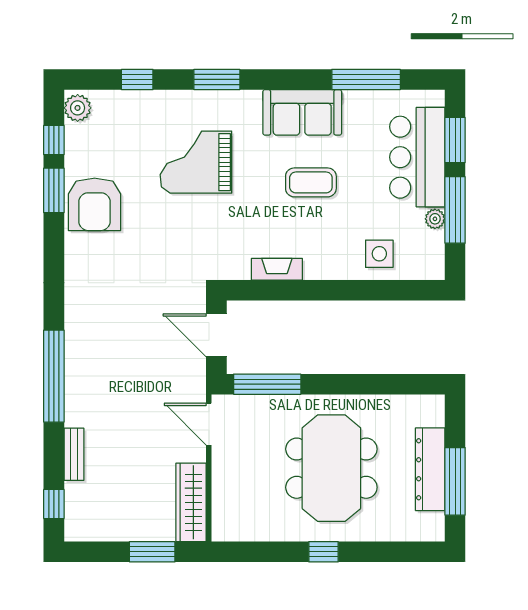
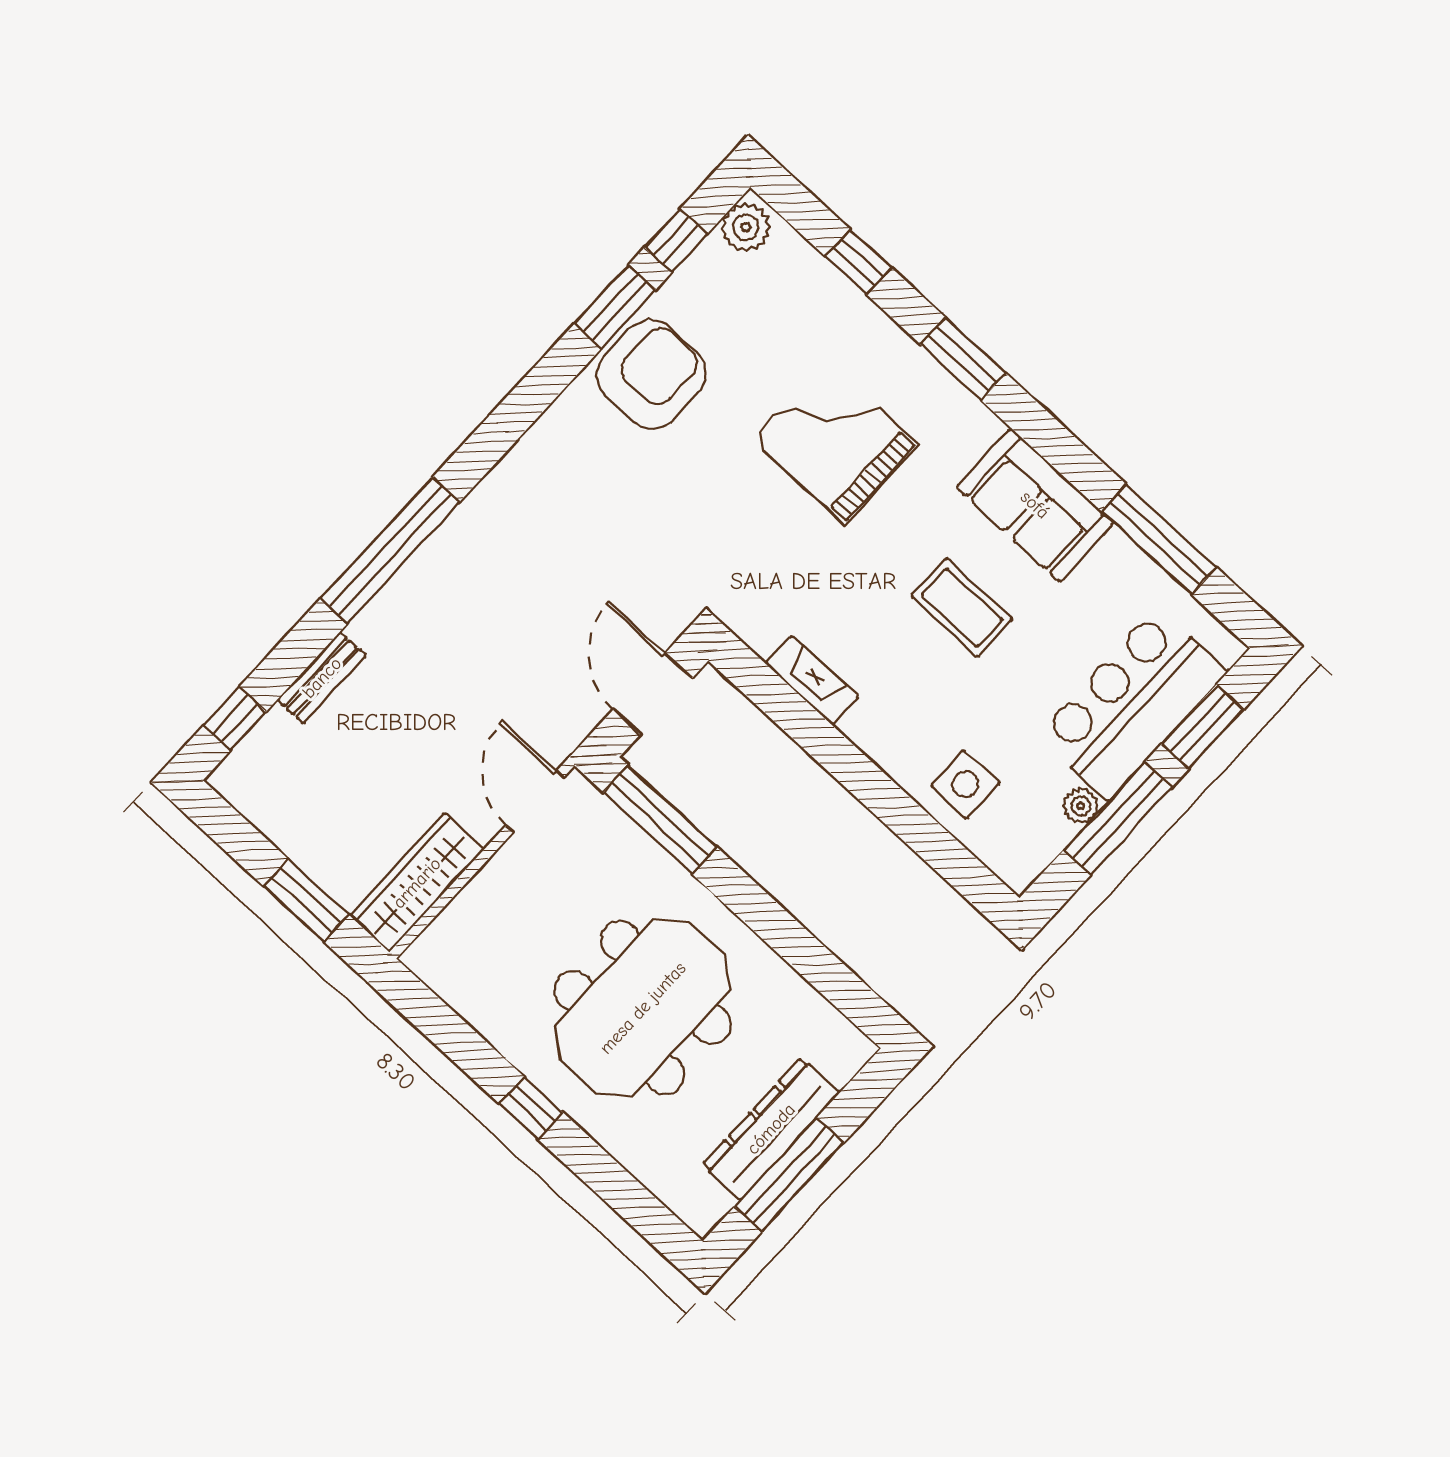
armchair: (95, 204) -> (651, 374), turned 180

